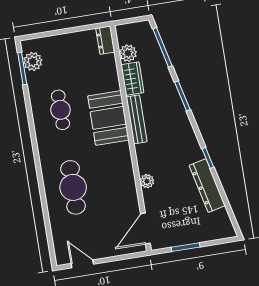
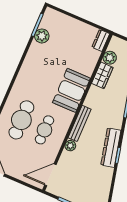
plant: (33, 61) -> (42, 36), moved
cafe table: (60, 110) -> (44, 130), moved
bench: (137, 119) -> (80, 123), moved
dresser: (207, 186) -> (111, 148), moved

